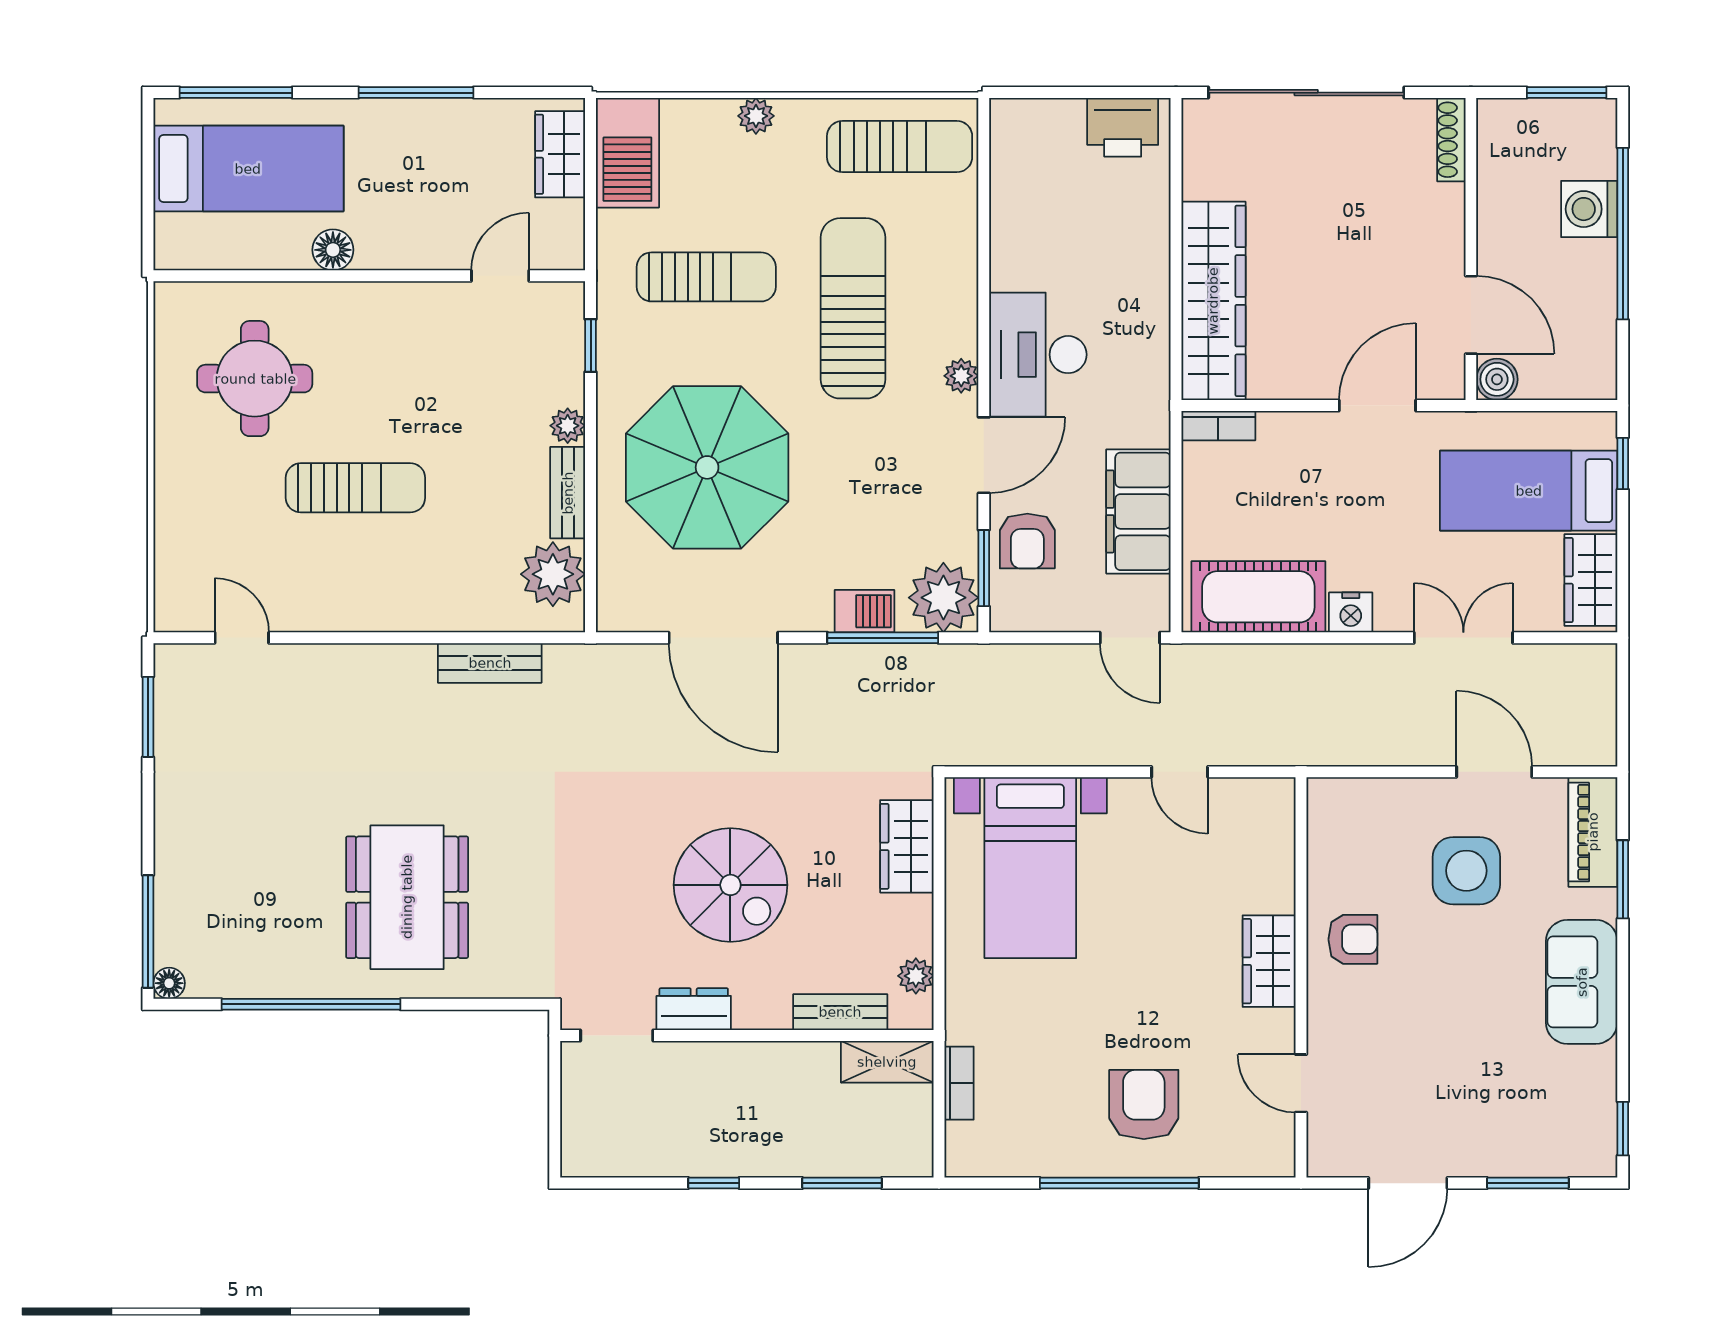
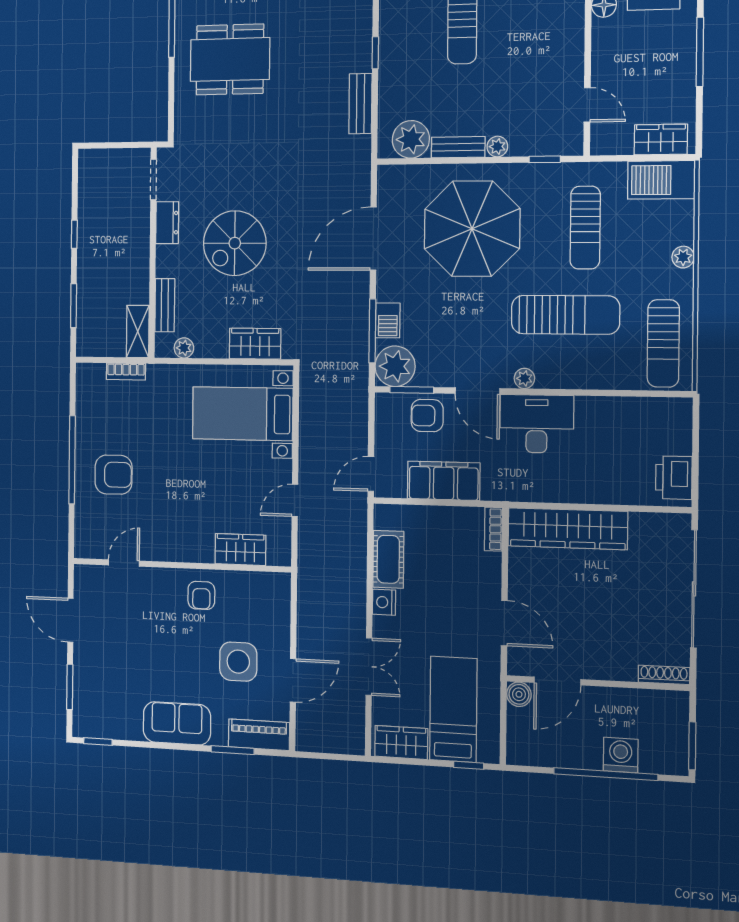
cot: (1258, 597) -> (388, 559), width x0.73, depth x0.75
window: (402, 638) -> (375, 53), added
wardrobe: (1269, 961) -> (240, 549), moved

